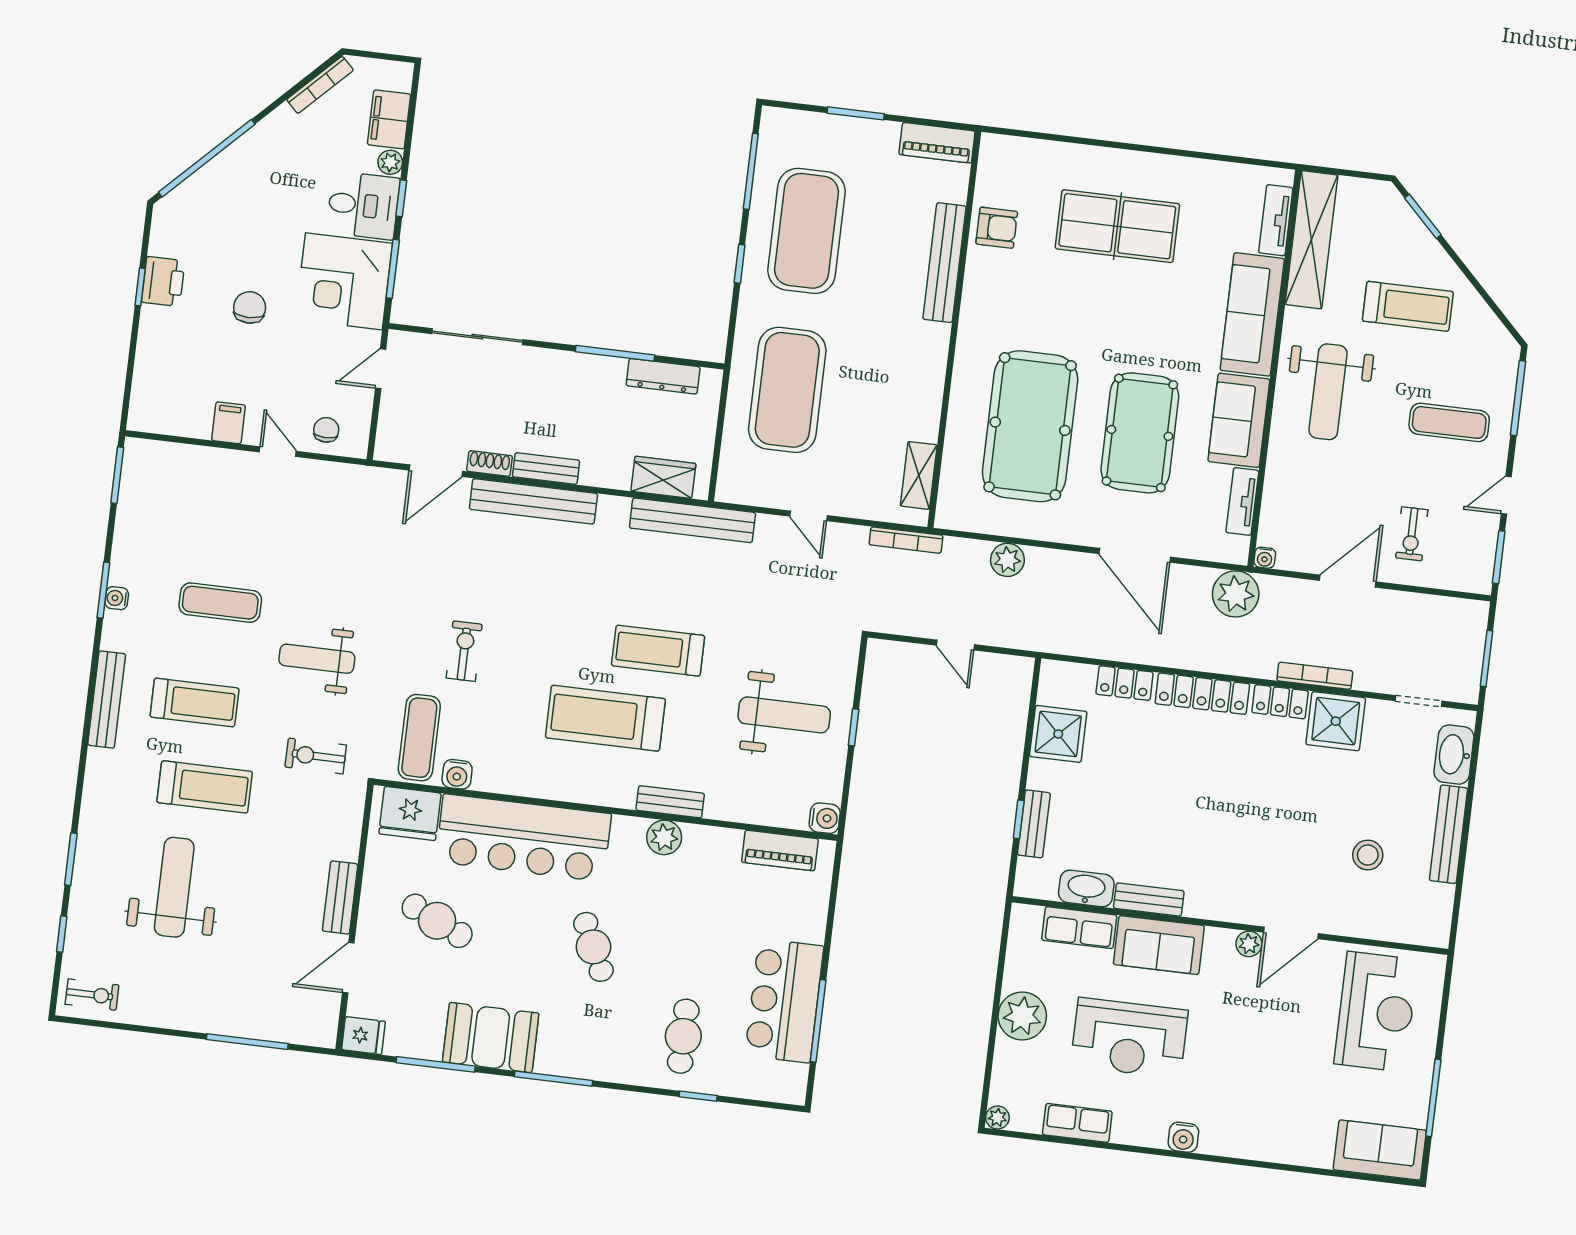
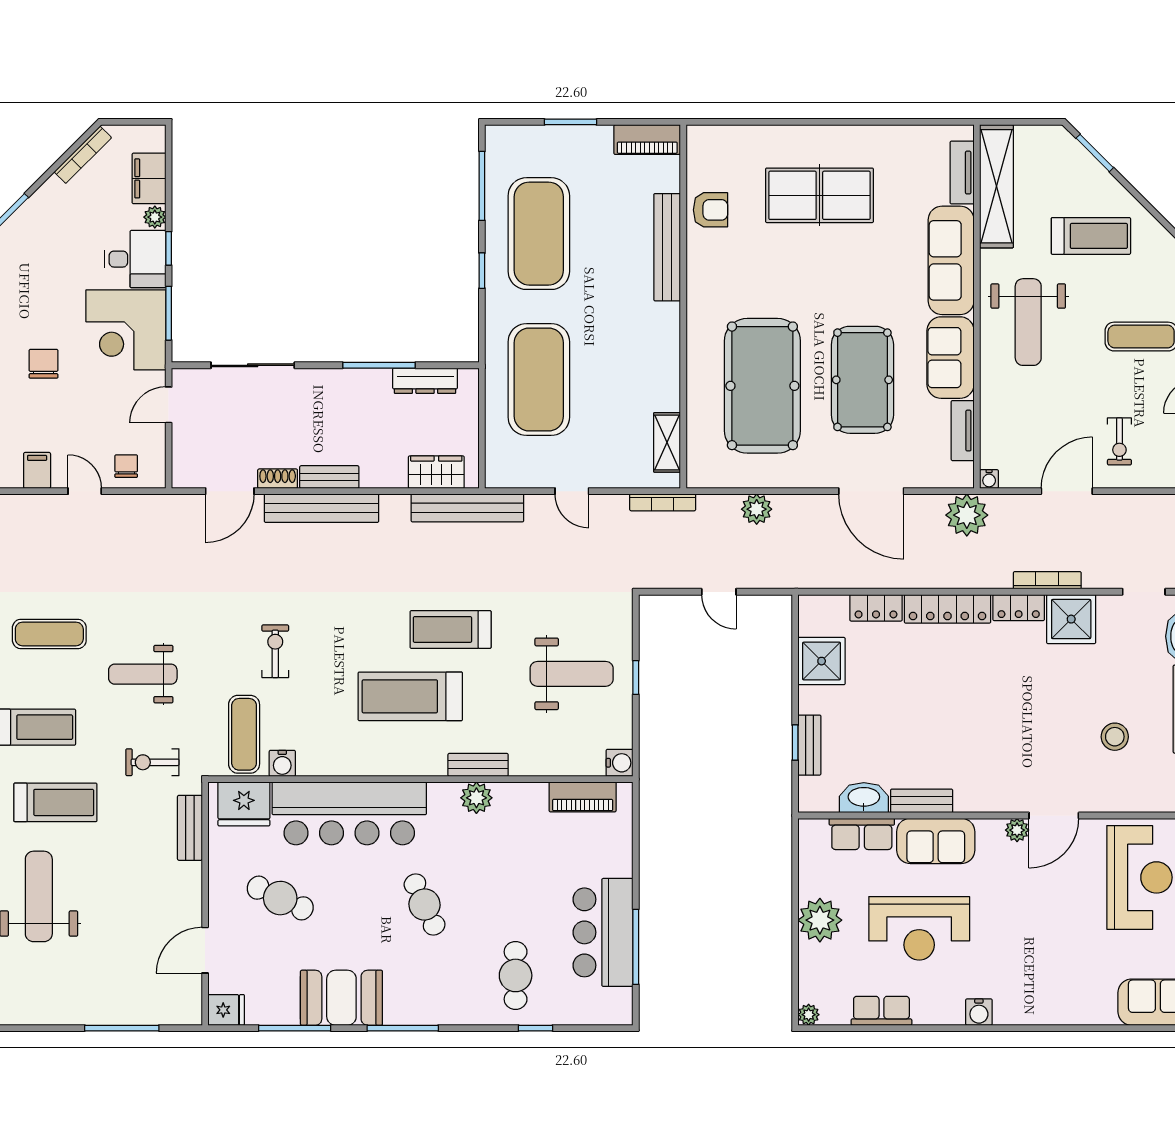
bench: (340, 897) -> (190, 828), moved

